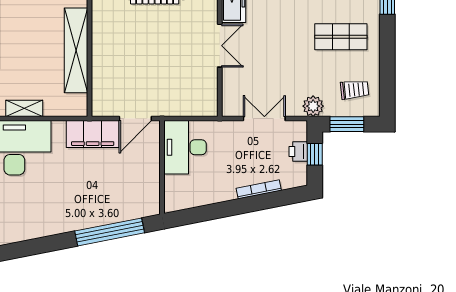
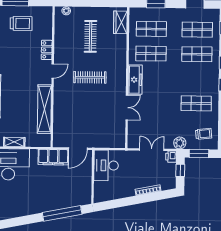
printer: (298, 152) -> (171, 157), moved

